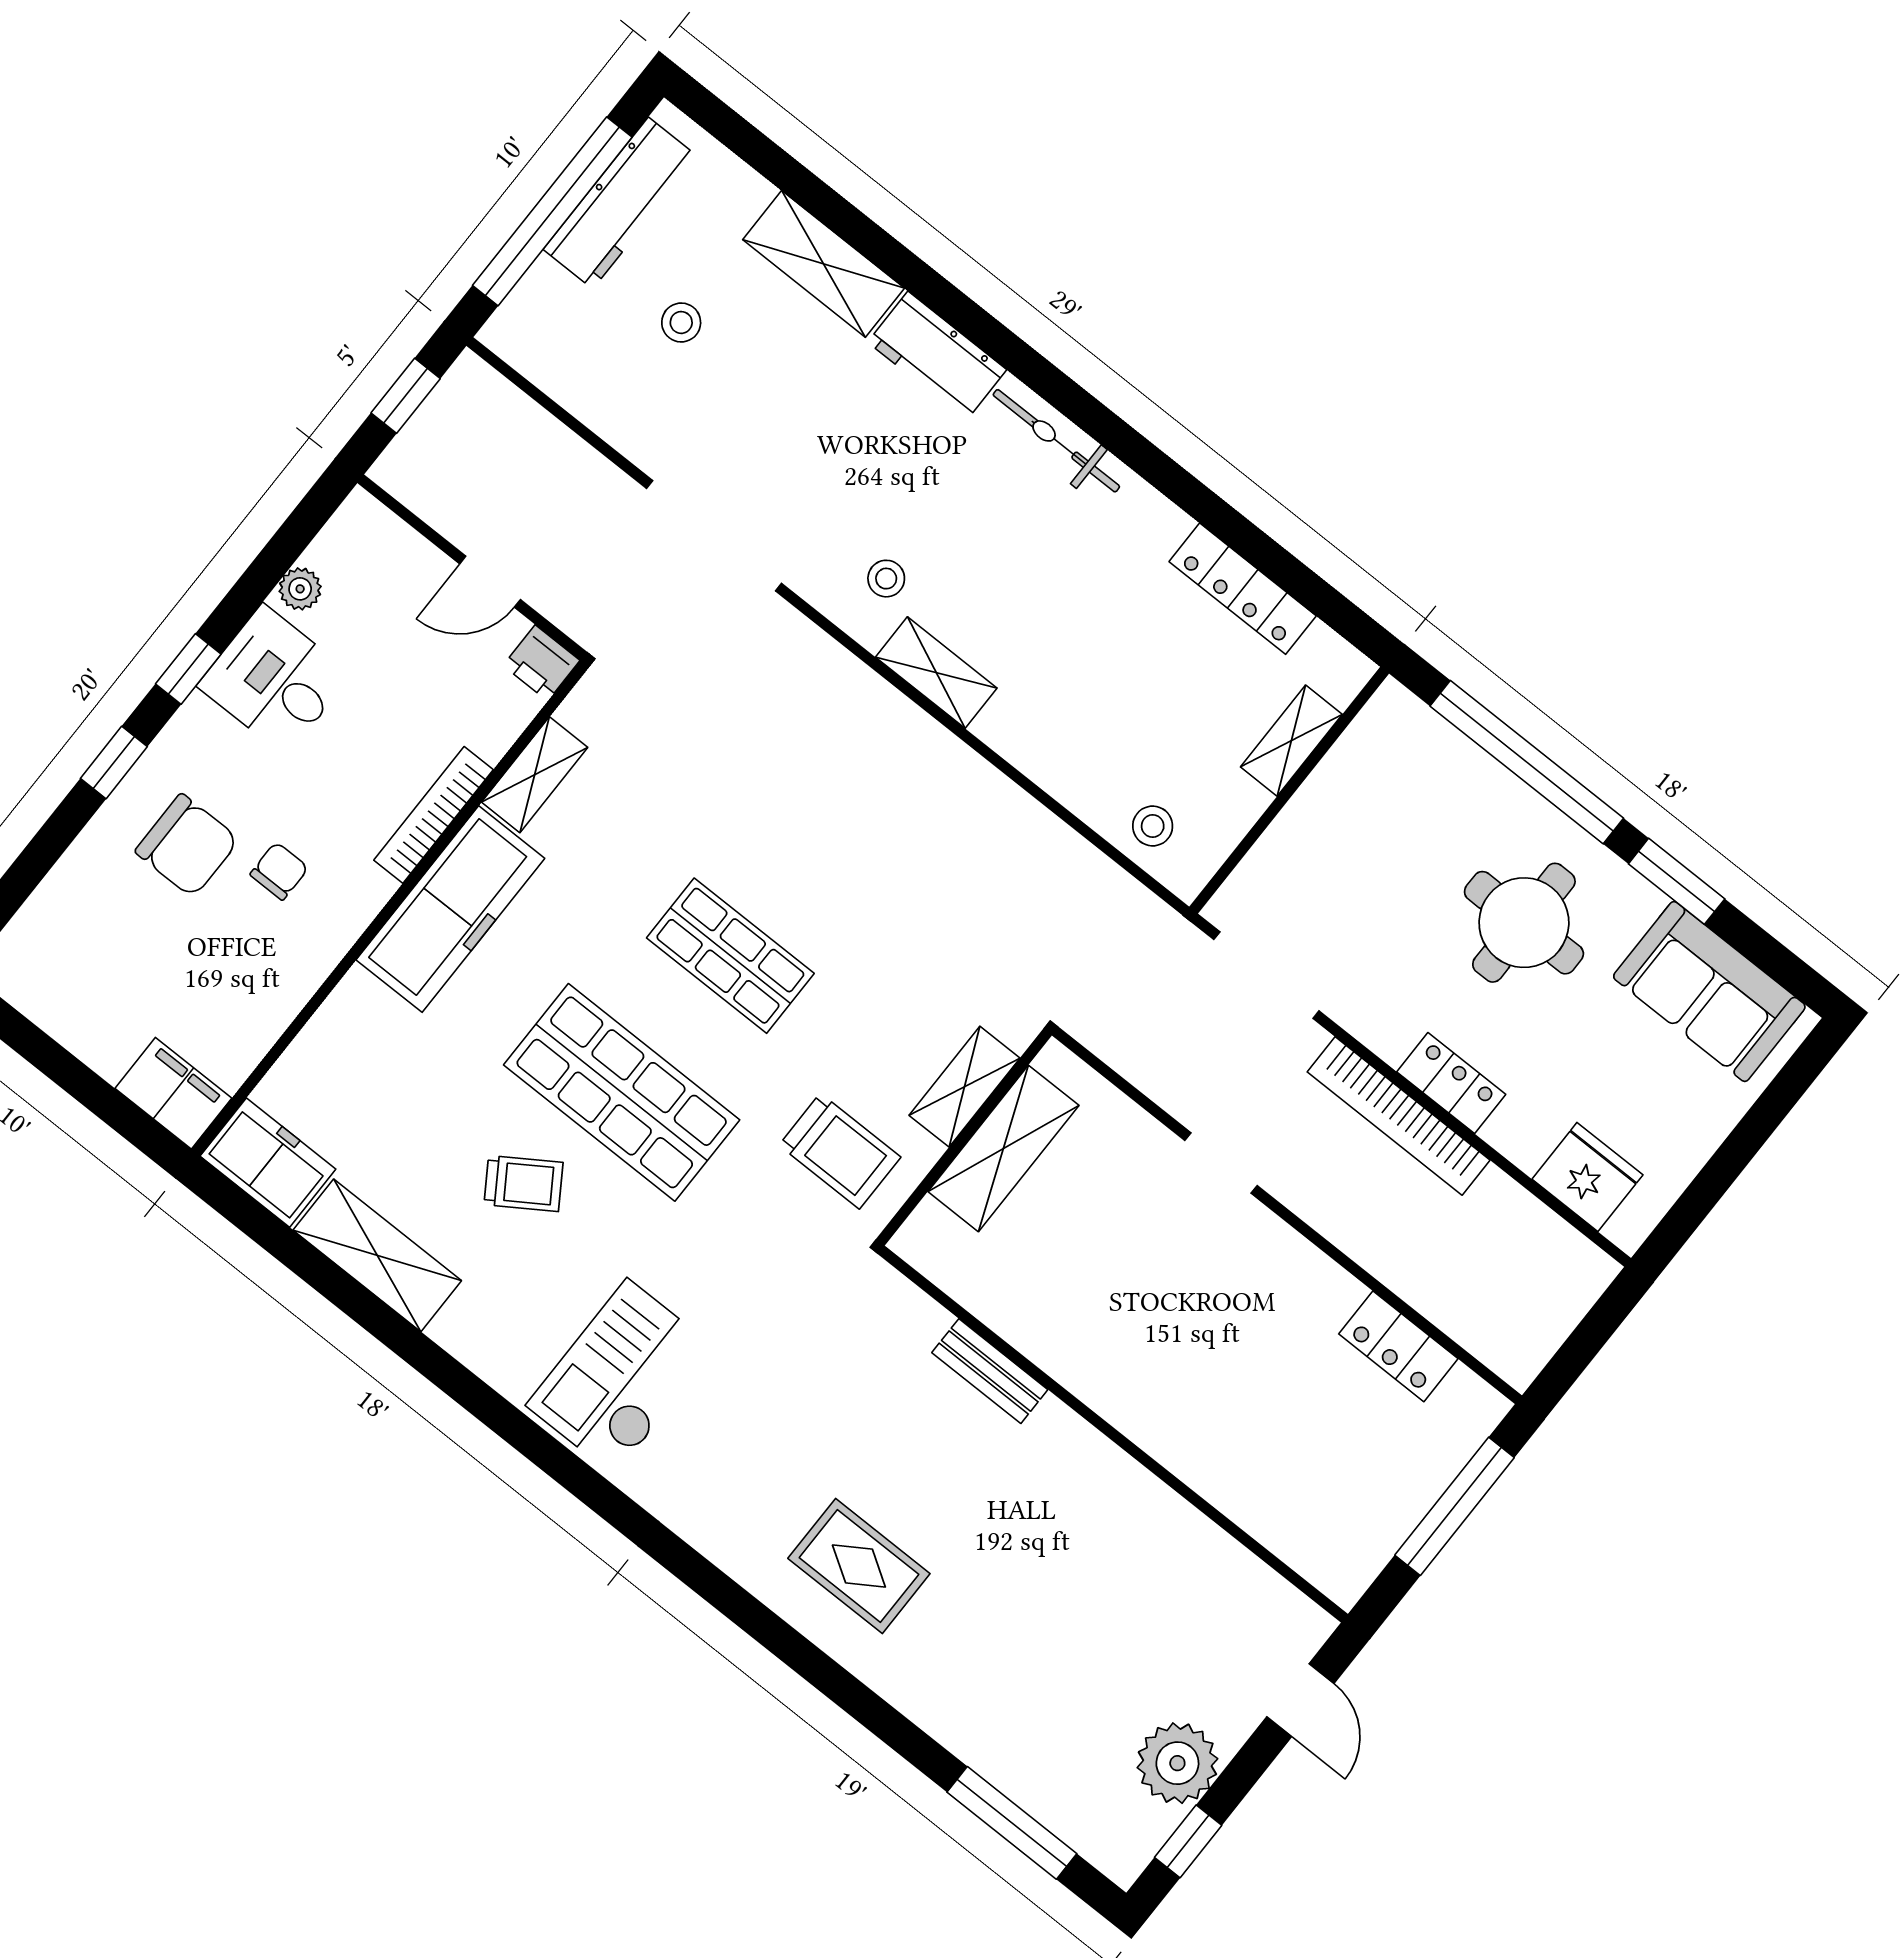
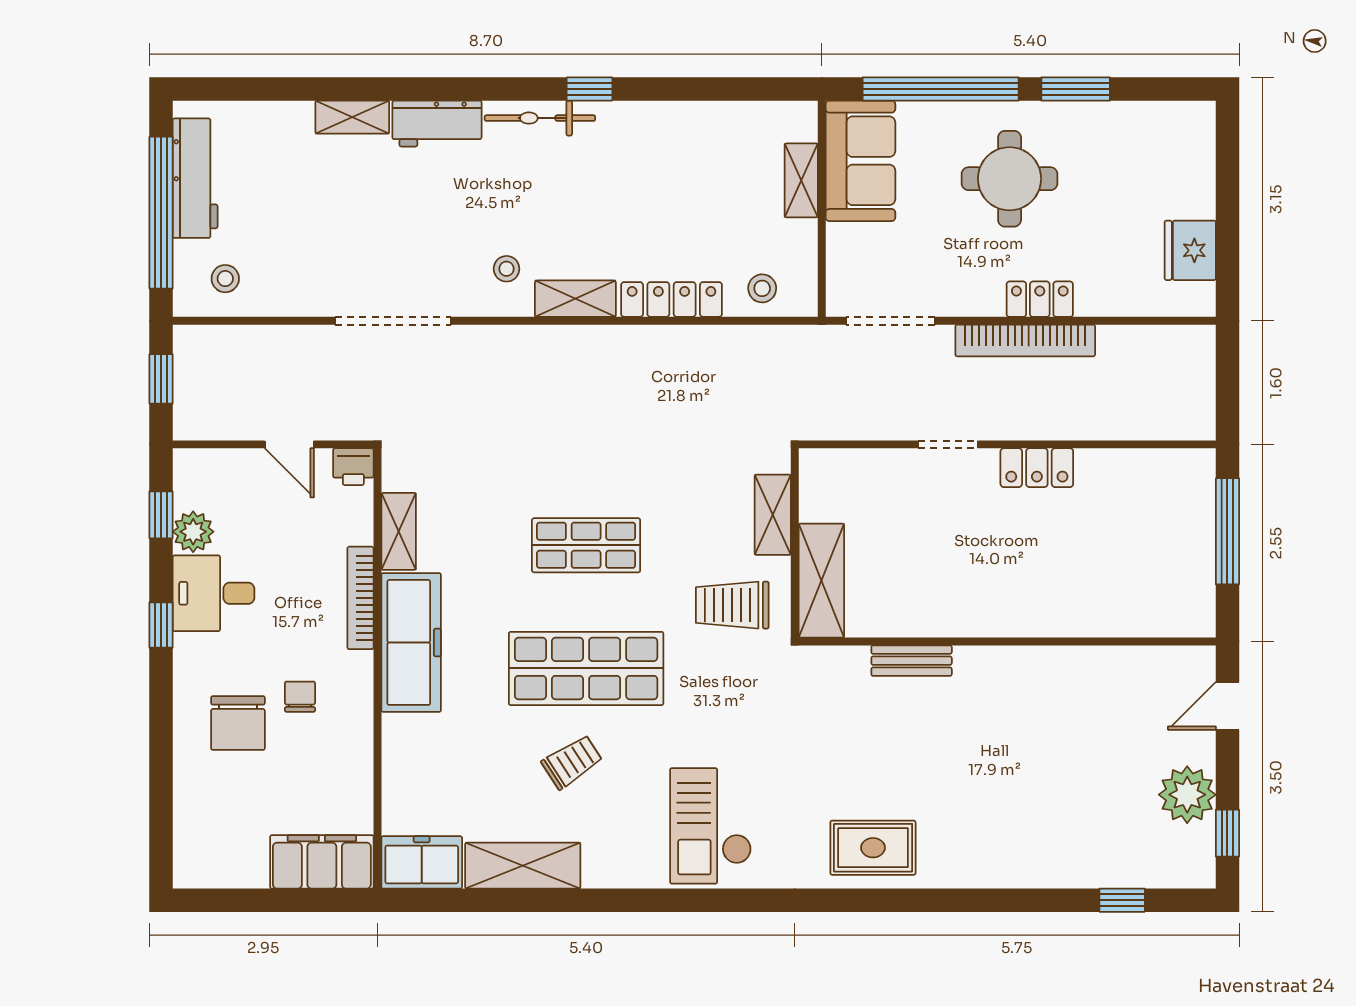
shelving: (824, 264) -> (352, 117), width x0.67, depth x0.75
stool: (681, 322) -> (225, 279), moved
window: (1137, 452) -> (590, 89), added
door: (490, 582) -> (289, 444), hinge flipped
plant: (300, 589) -> (193, 532), width x1.38, depth x1.38
locker: (1243, 589) -> (672, 299), moved, turned 180
window: (114, 762) -> (161, 515), moved
chair: (187, 846) -> (238, 723), turned 90
sofa: (1709, 992) -> (860, 161), moved, turned -90
filing cabinet: (173, 1093) -> (322, 862), width x1.50, depth x1.17
shelving: (1003, 1148) -> (821, 581), moved
trolley: (840, 1151) -> (732, 605), turned 180
fridge: (1587, 1177) -> (1190, 250), moved, turned -90
locker: (1398, 1346) -> (1037, 468), moved
rug: (859, 1566) -> (873, 848), moved
door: (1300, 1700) -> (1227, 706), swing flipped
window: (1012, 1823) -> (1122, 900), width x0.46

